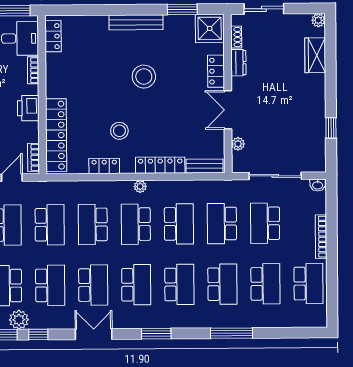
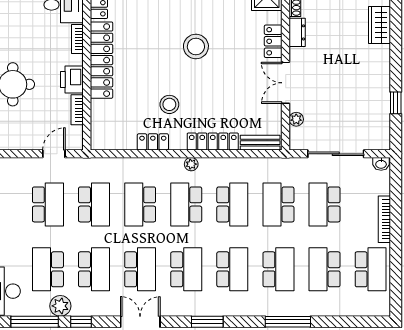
locker: (56, 135) -> (102, 60), moved
bookcase: (33, 157) -> (77, 110), moved
school desk: (265, 284) -> (325, 269), turned 180

